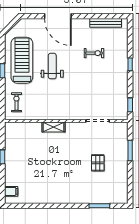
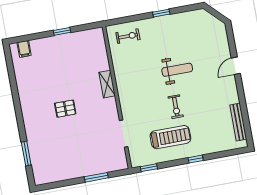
door: (58, 16) -> (236, 66), width x0.53
exercise bike: (94, 53) -> (176, 107), moved
treadmill: (22, 60) -> (170, 137), moved, width x0.73, depth x0.73
pallet: (98, 163) -> (65, 109), moved

